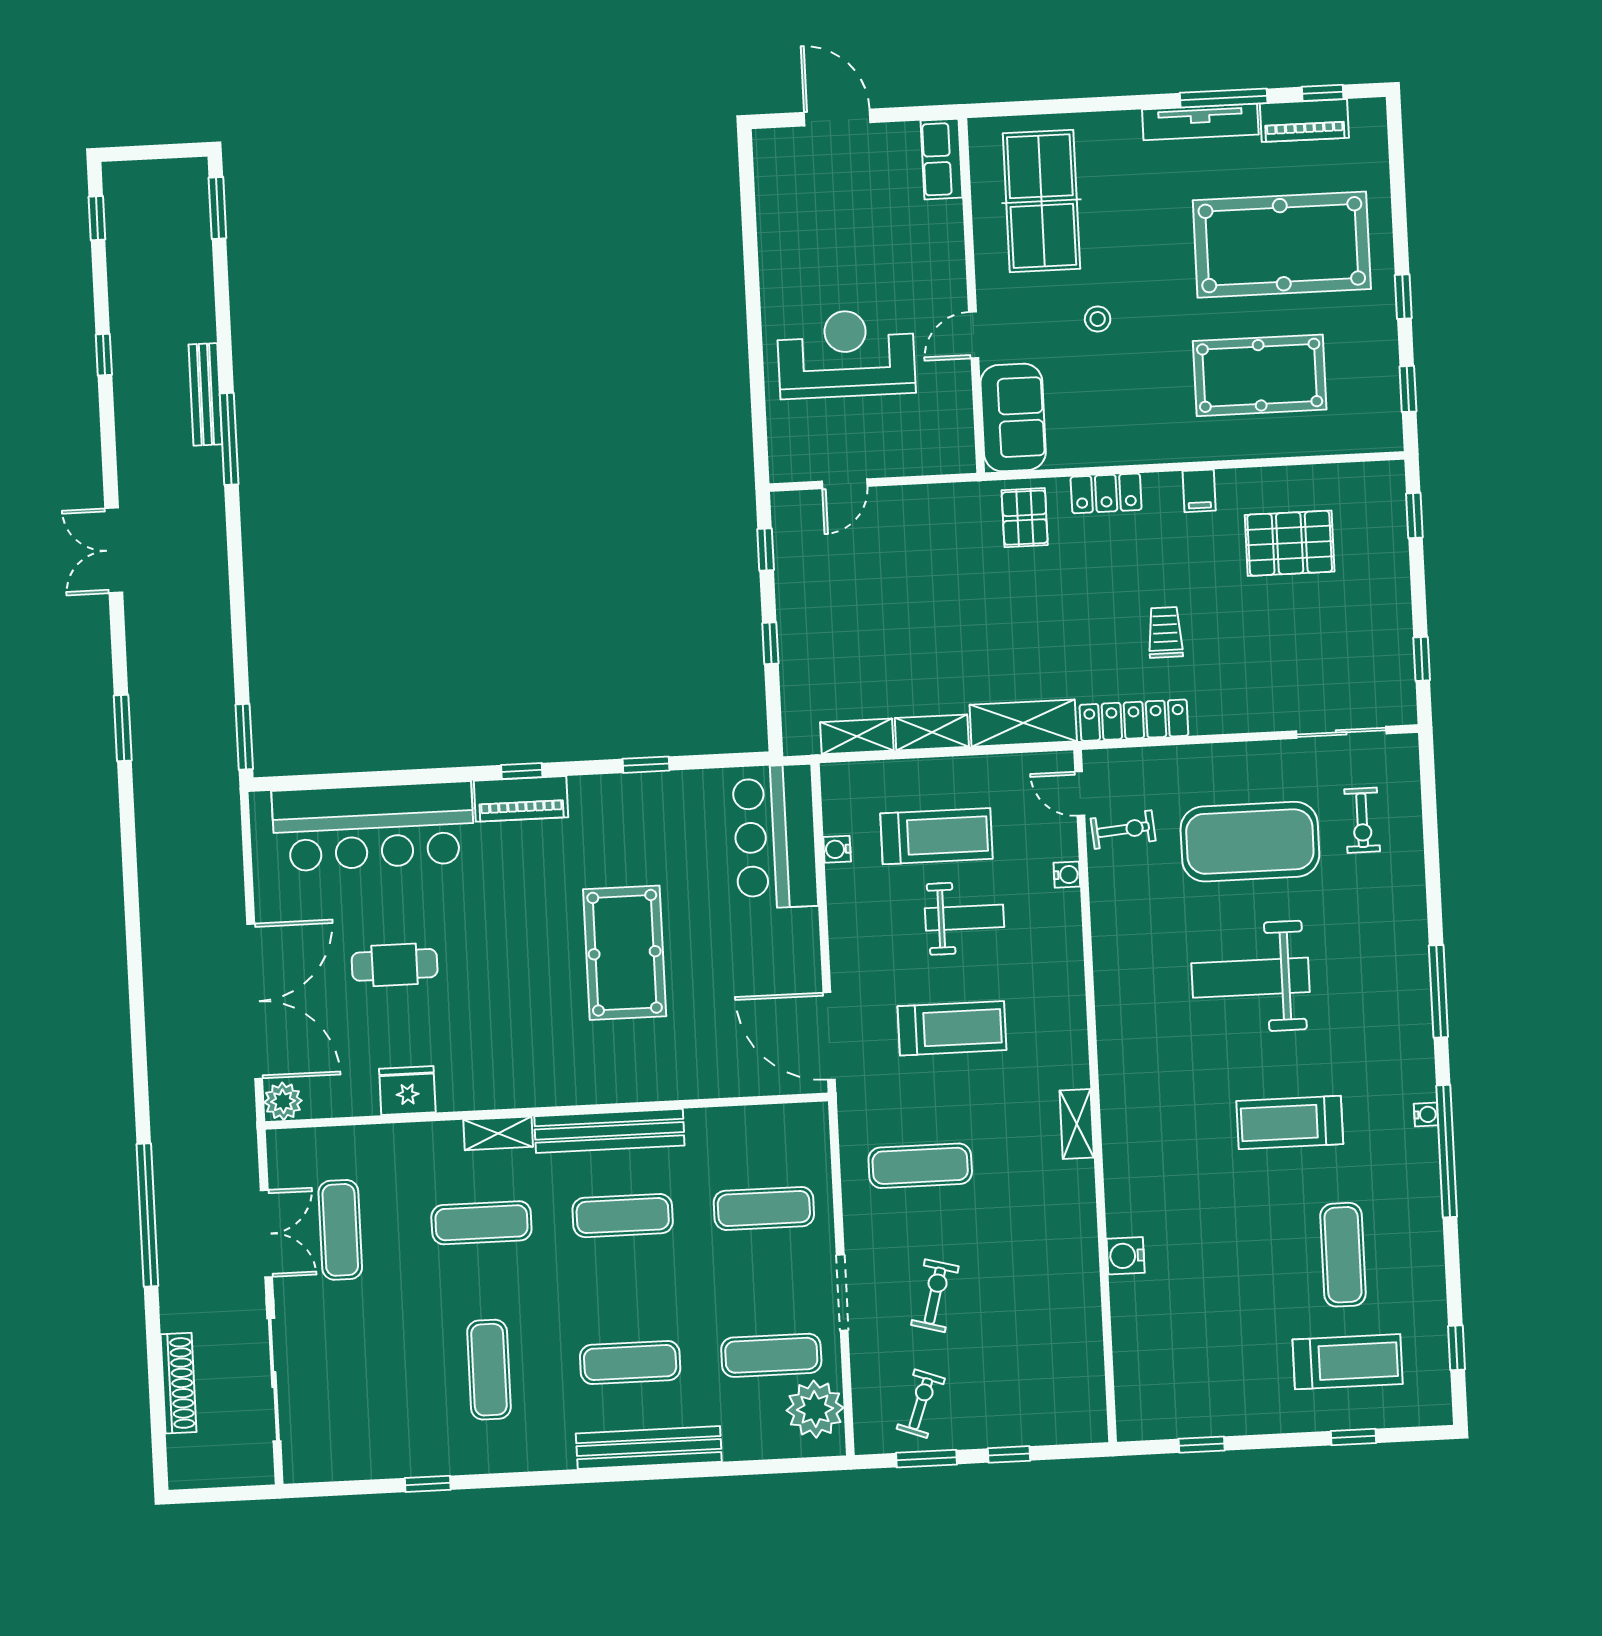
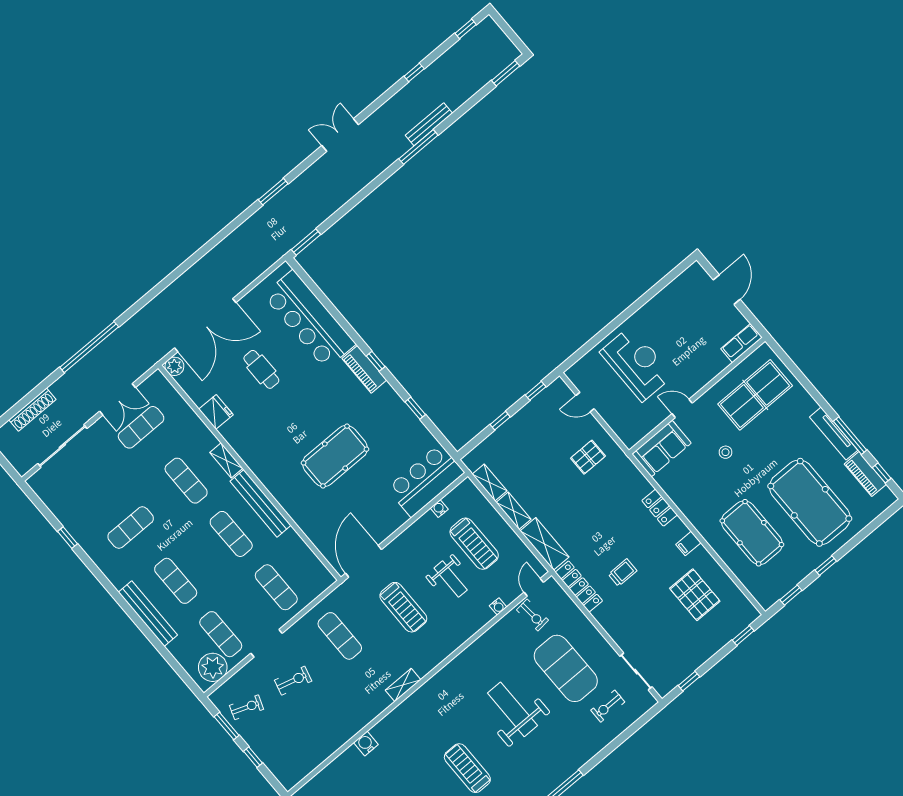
pallet: (1025, 518) -> (588, 457), moved

